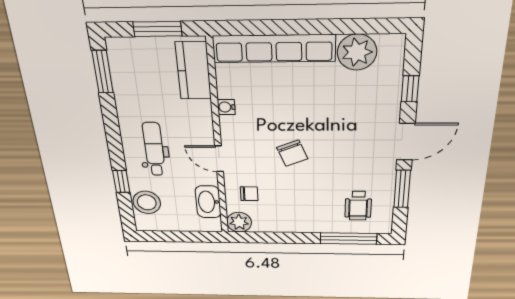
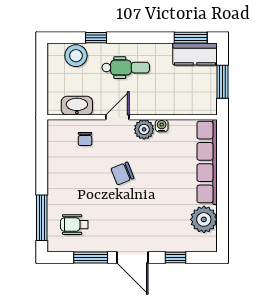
kitchen counter: (193, 71) -> (195, 54), moved, turned 180
plant: (239, 222) -> (144, 129), moved

